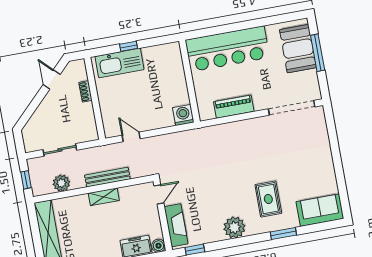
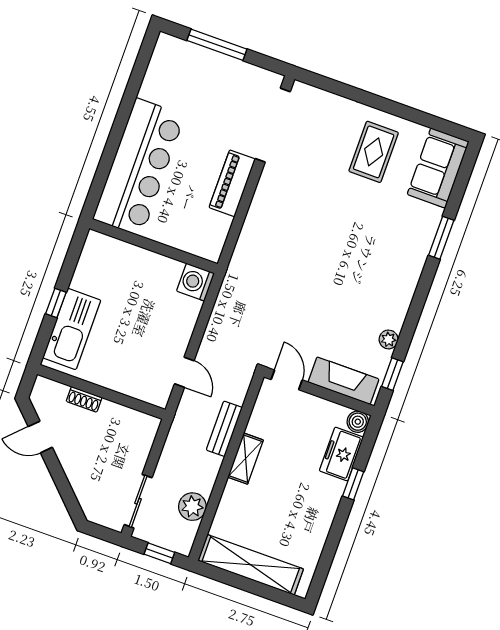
booth: (298, 49) -> (195, 69), removed
piano: (234, 107) -> (232, 183), moved
door: (131, 137) -> (184, 372), swing flipped
sliding door: (60, 150) -> (138, 501), moved
bench: (107, 177) -> (224, 429), width x0.73
rug: (268, 199) -> (374, 152), moved, turned 90
plant: (234, 228) -> (389, 339), moved, width x0.53, depth x0.53

